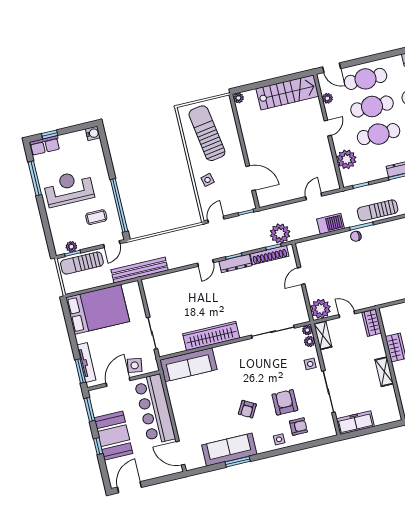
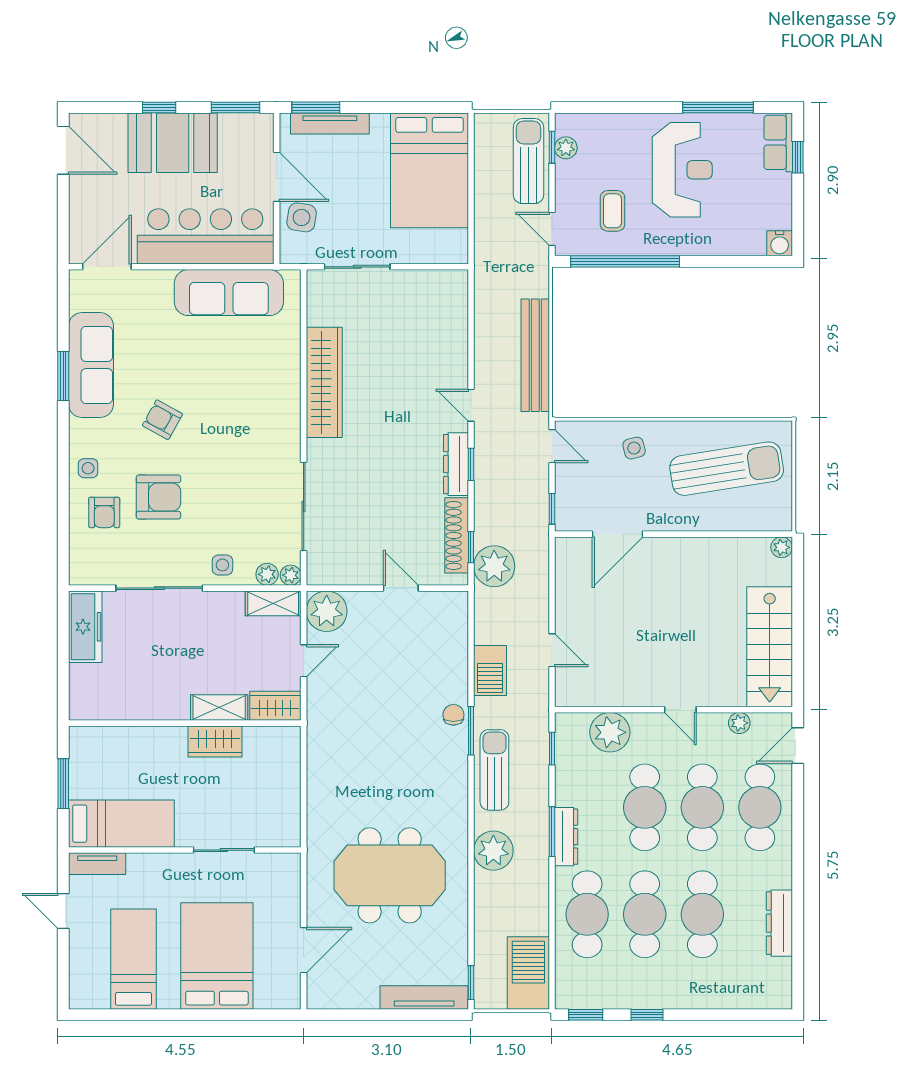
bench: (140, 270) -> (535, 355), moved
sofa: (188, 365) -> (229, 293), moved, turned -90
shelving: (384, 372) -> (219, 708), moved

